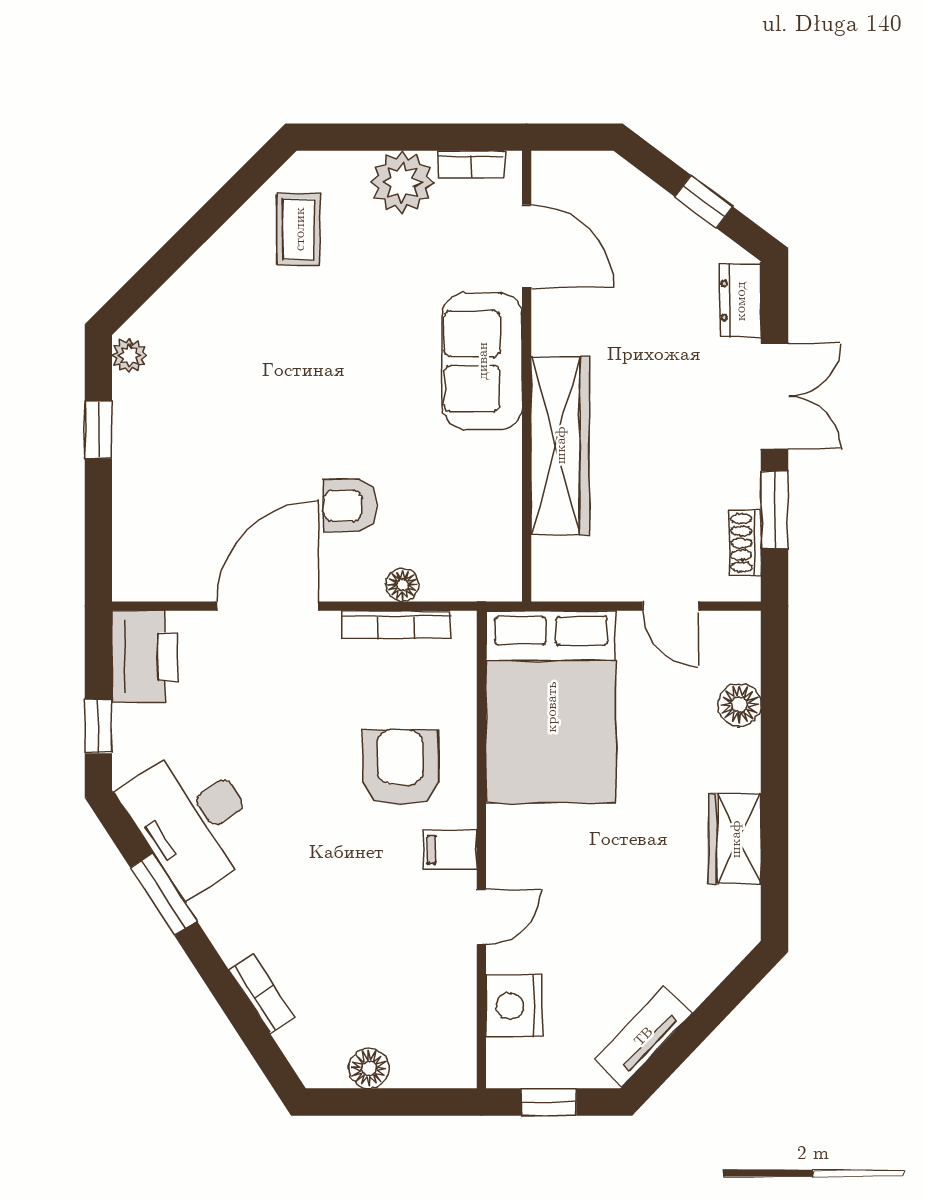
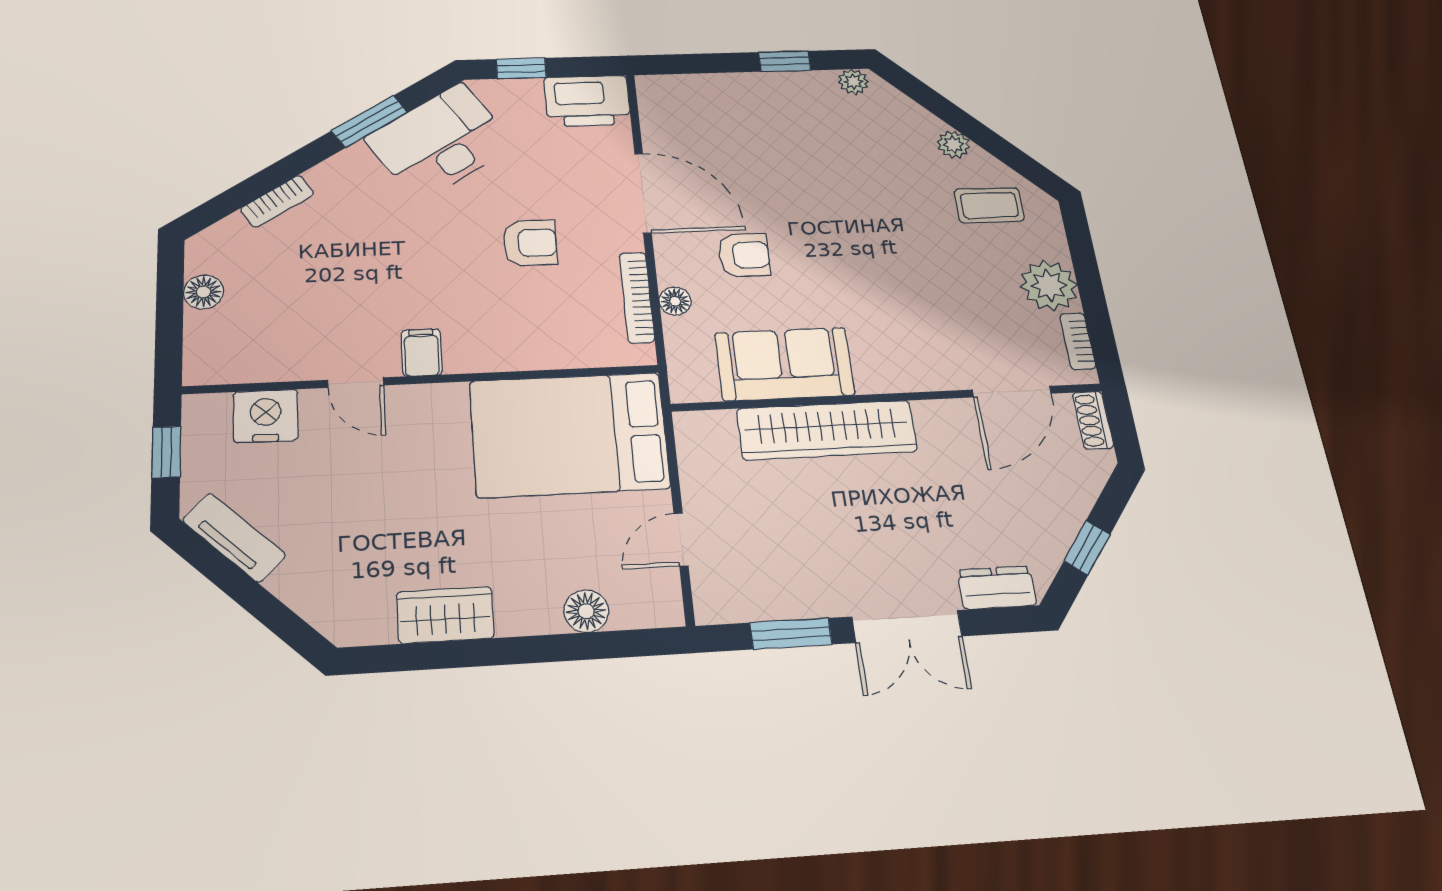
plant: (218, 255) -> (953, 145), added
sofa: (482, 361) -> (785, 364), moved
armchair: (350, 506) -> (744, 255), turned 90
shoe rack: (745, 543) -> (1093, 420), moved, turned -90
armchair: (400, 768) -> (530, 243), moved, width x0.72, depth x0.72

